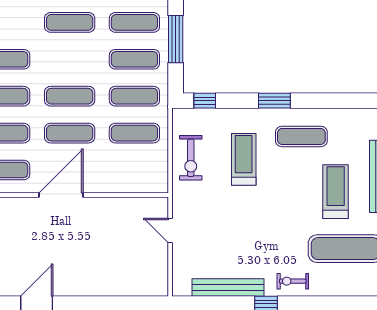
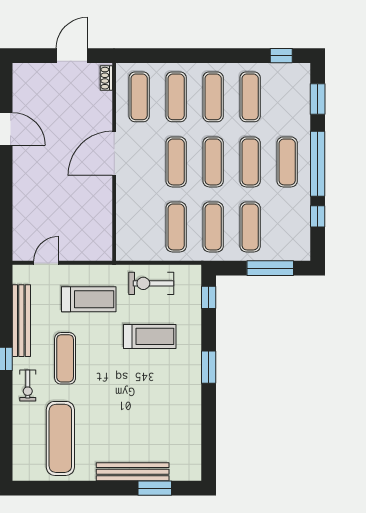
exercise mat: (134, 22) -> (250, 162), moved
exercise mat: (301, 136) -> (65, 358), moved
treadmill: (336, 192) -> (89, 299), moved
door: (61, 195) -> (114, 153), swing flipped
door: (170, 230) -> (46, 263), moved
exercise bike: (293, 281) -> (28, 386), turned 180

